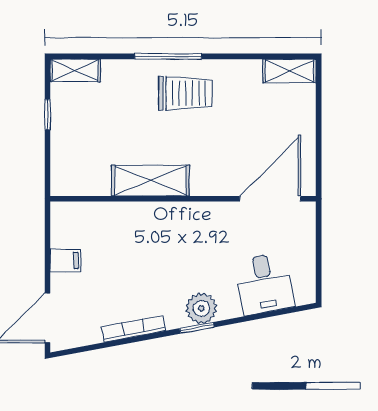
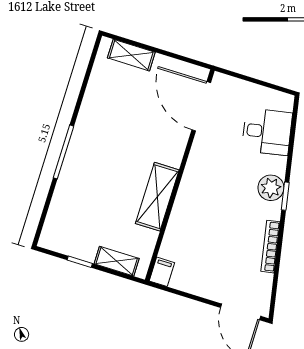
shelving: (75, 70) -> (117, 261), moved, turned 90
shelving: (290, 71) -> (131, 55), moved, turned 90
trolley: (185, 93) -> (97, 147), removed
filing cabinet: (65, 260) -> (162, 272), moved

